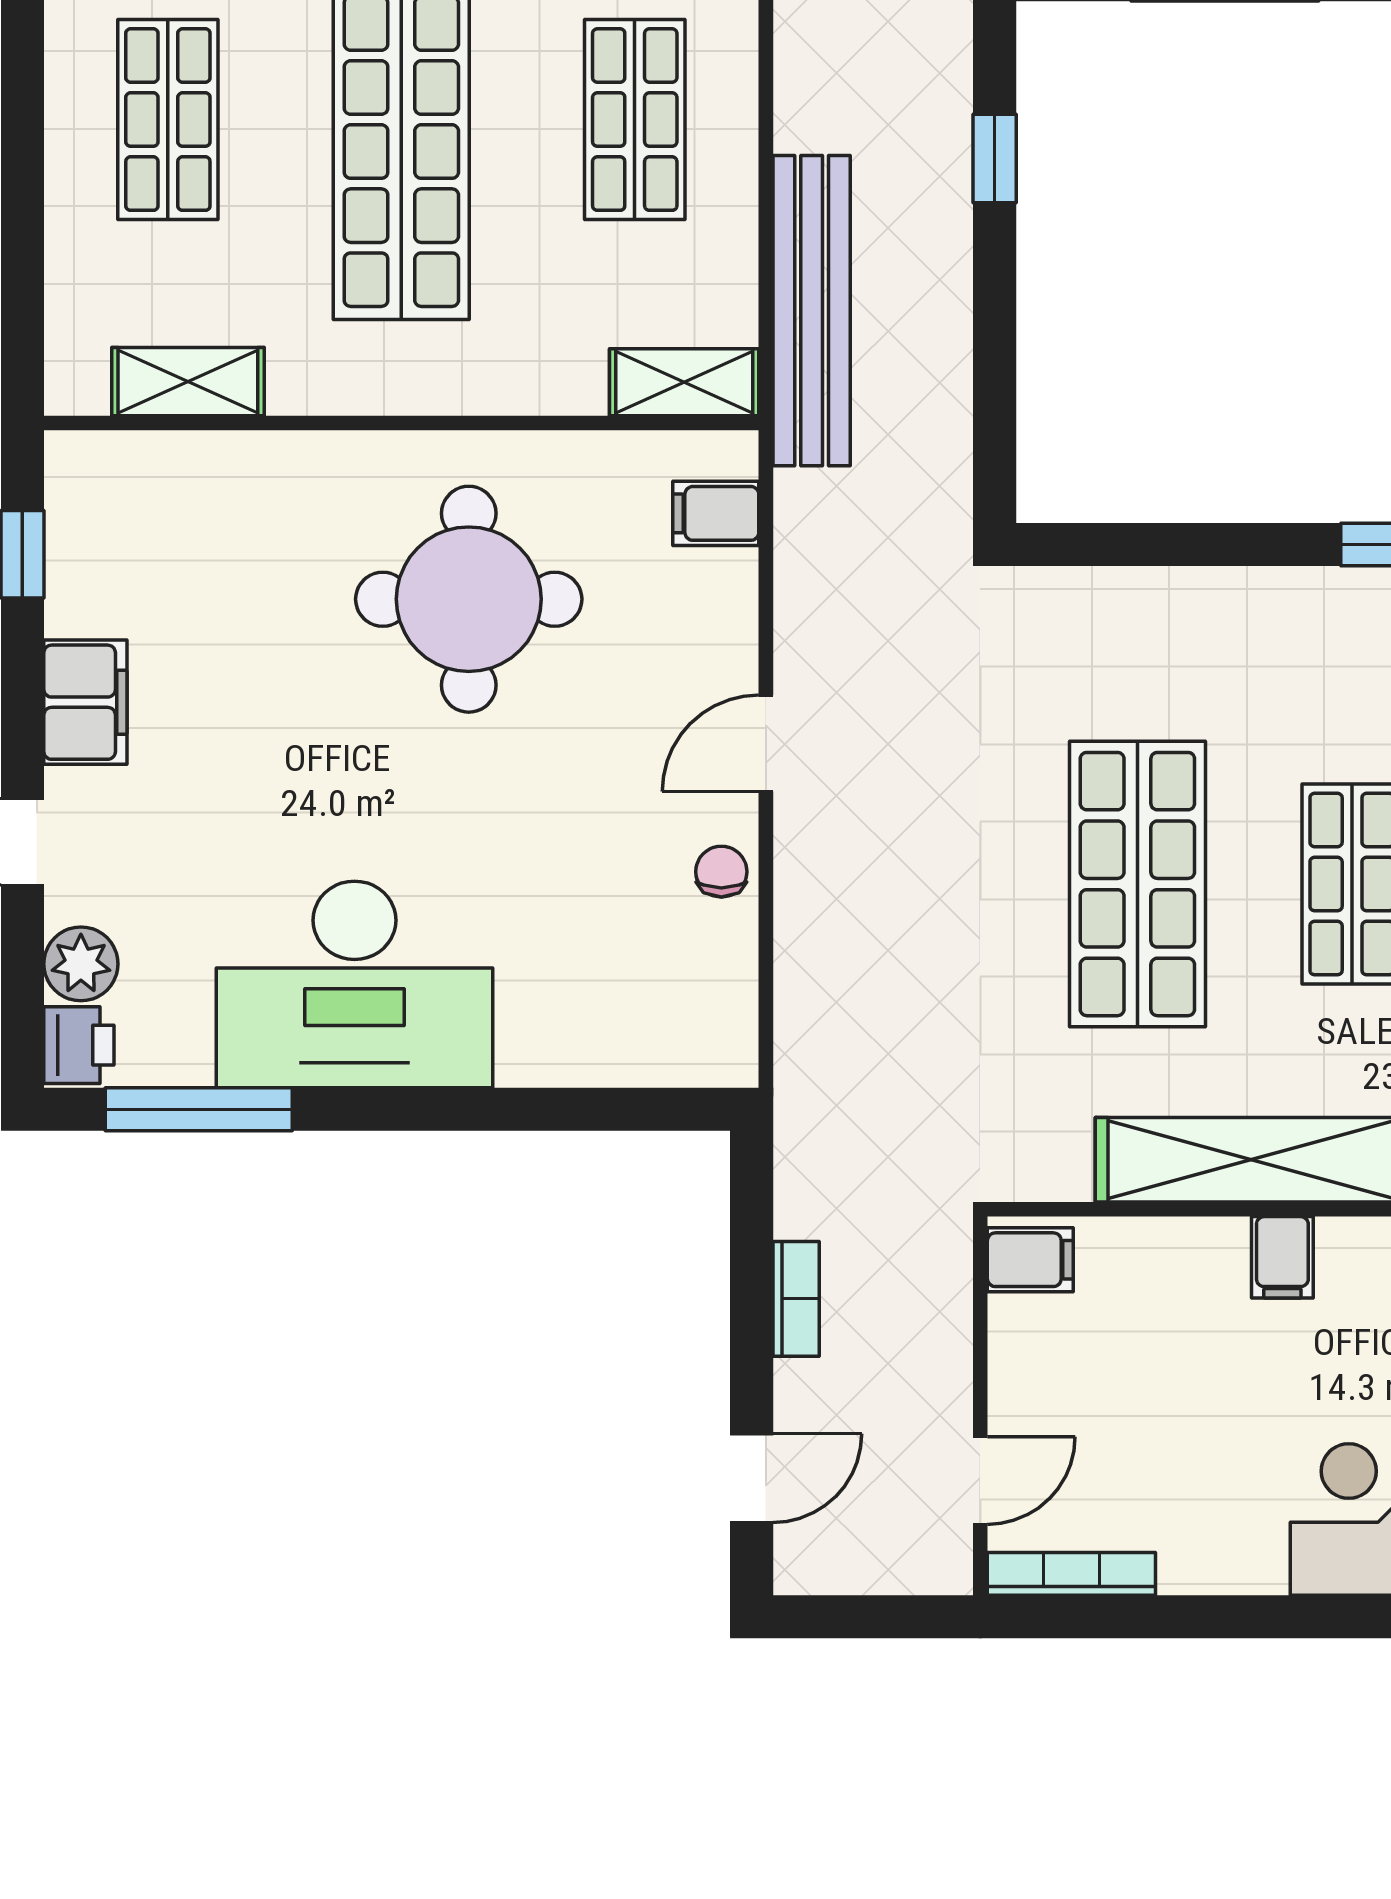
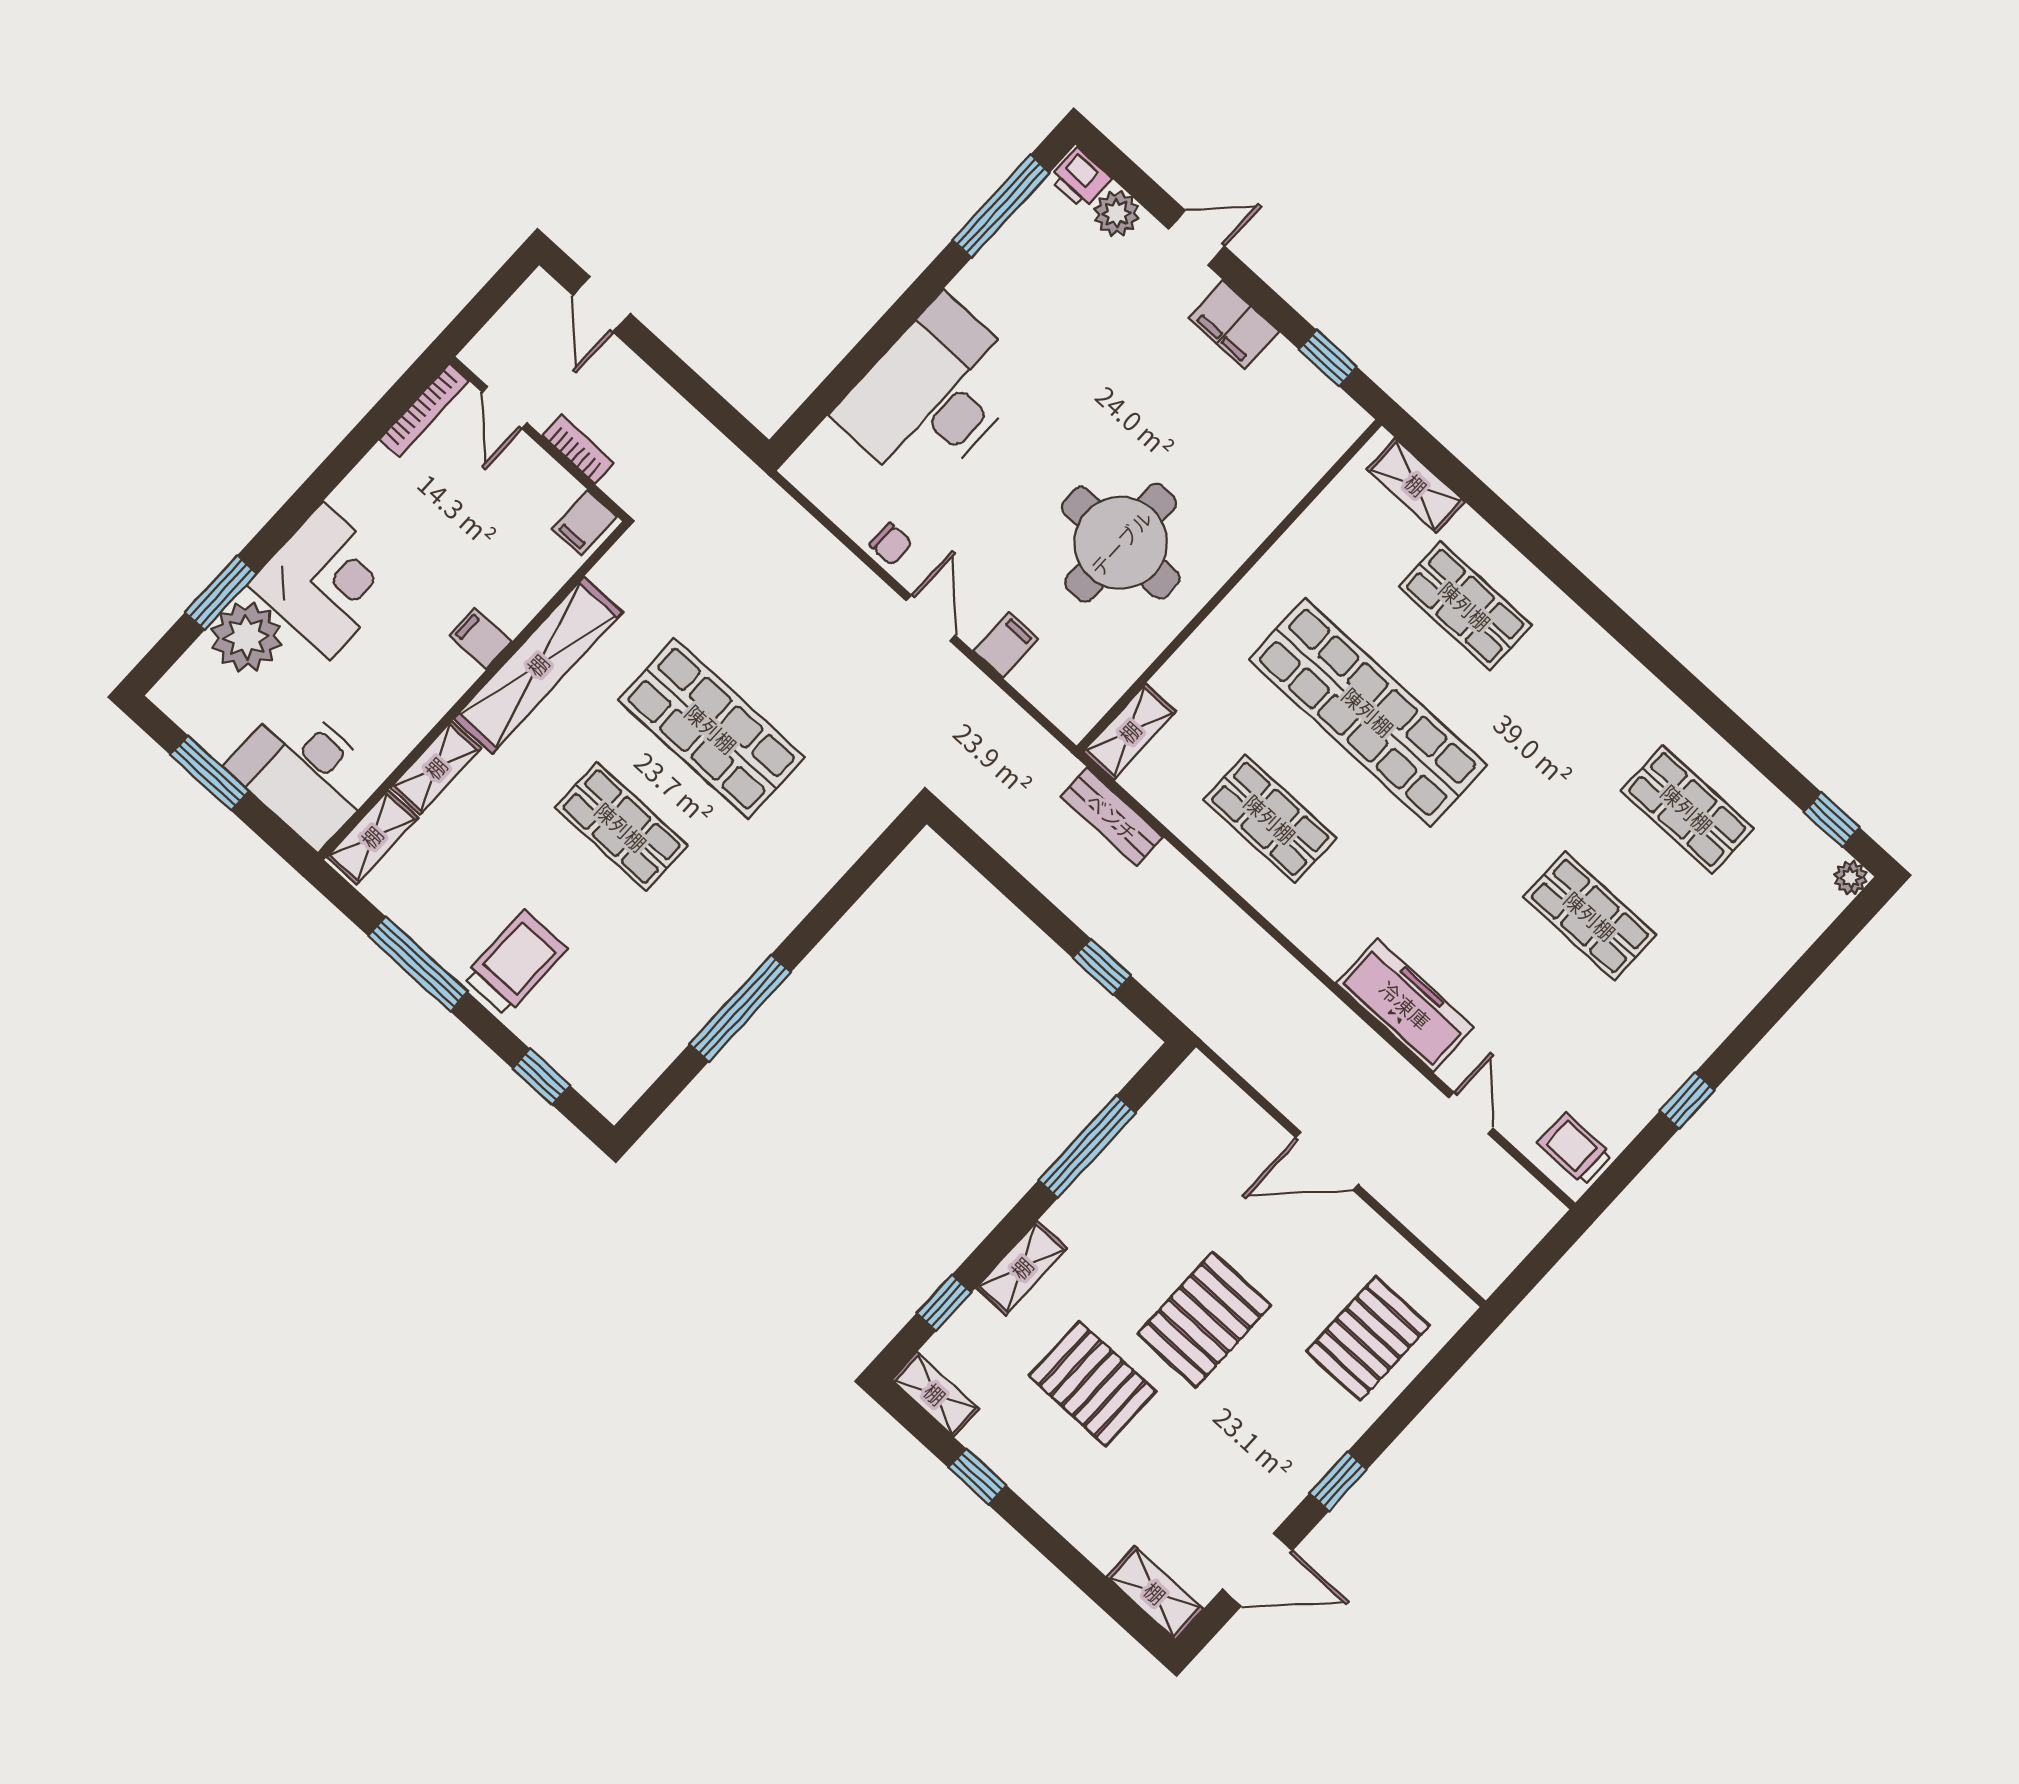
bench: (812, 311) -> (1112, 817), width x0.54, depth x0.82
shelving: (188, 382) -> (1416, 485), moved, turned 90
filing cabinet: (716, 513) -> (1006, 645), moved
desk: (354, 984) -> (932, 395), moved
bookcase: (796, 1299) -> (578, 449), moved, turned 180

